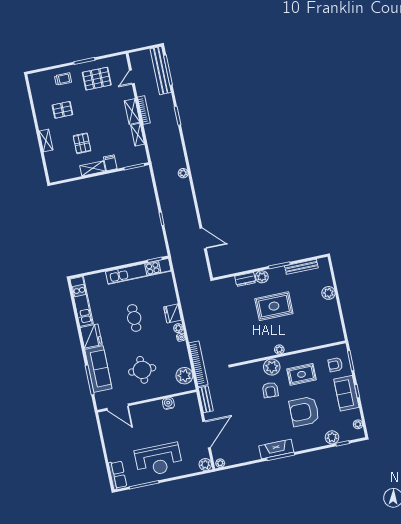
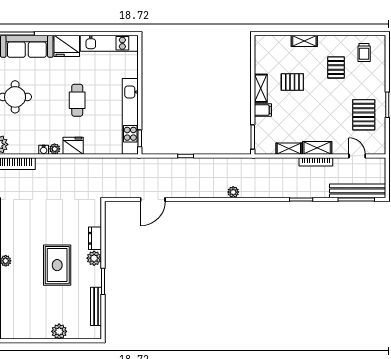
trolley: (63, 79) -> (364, 53), moved
cafe table: (134, 318) -> (77, 100), turned 90

